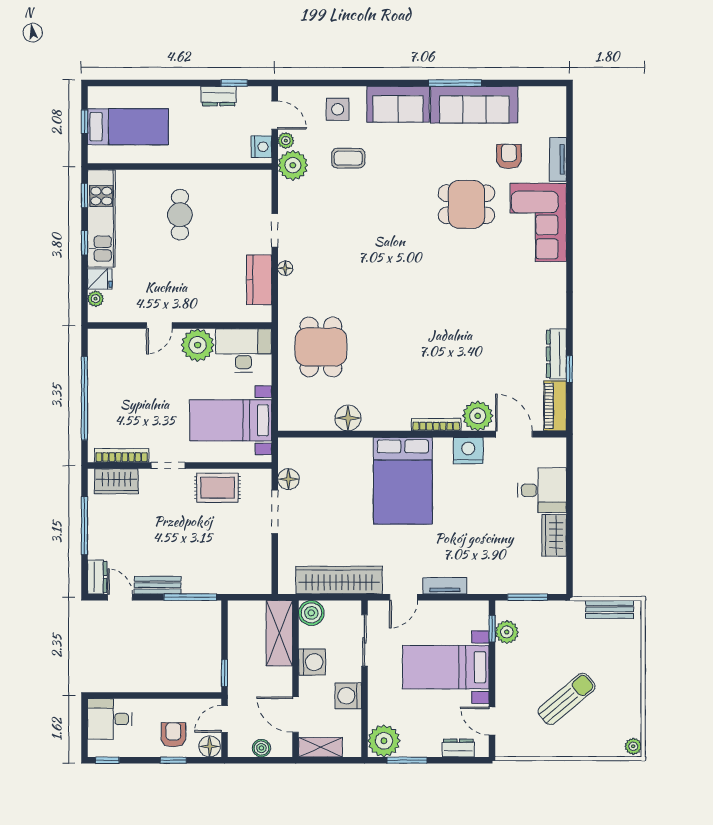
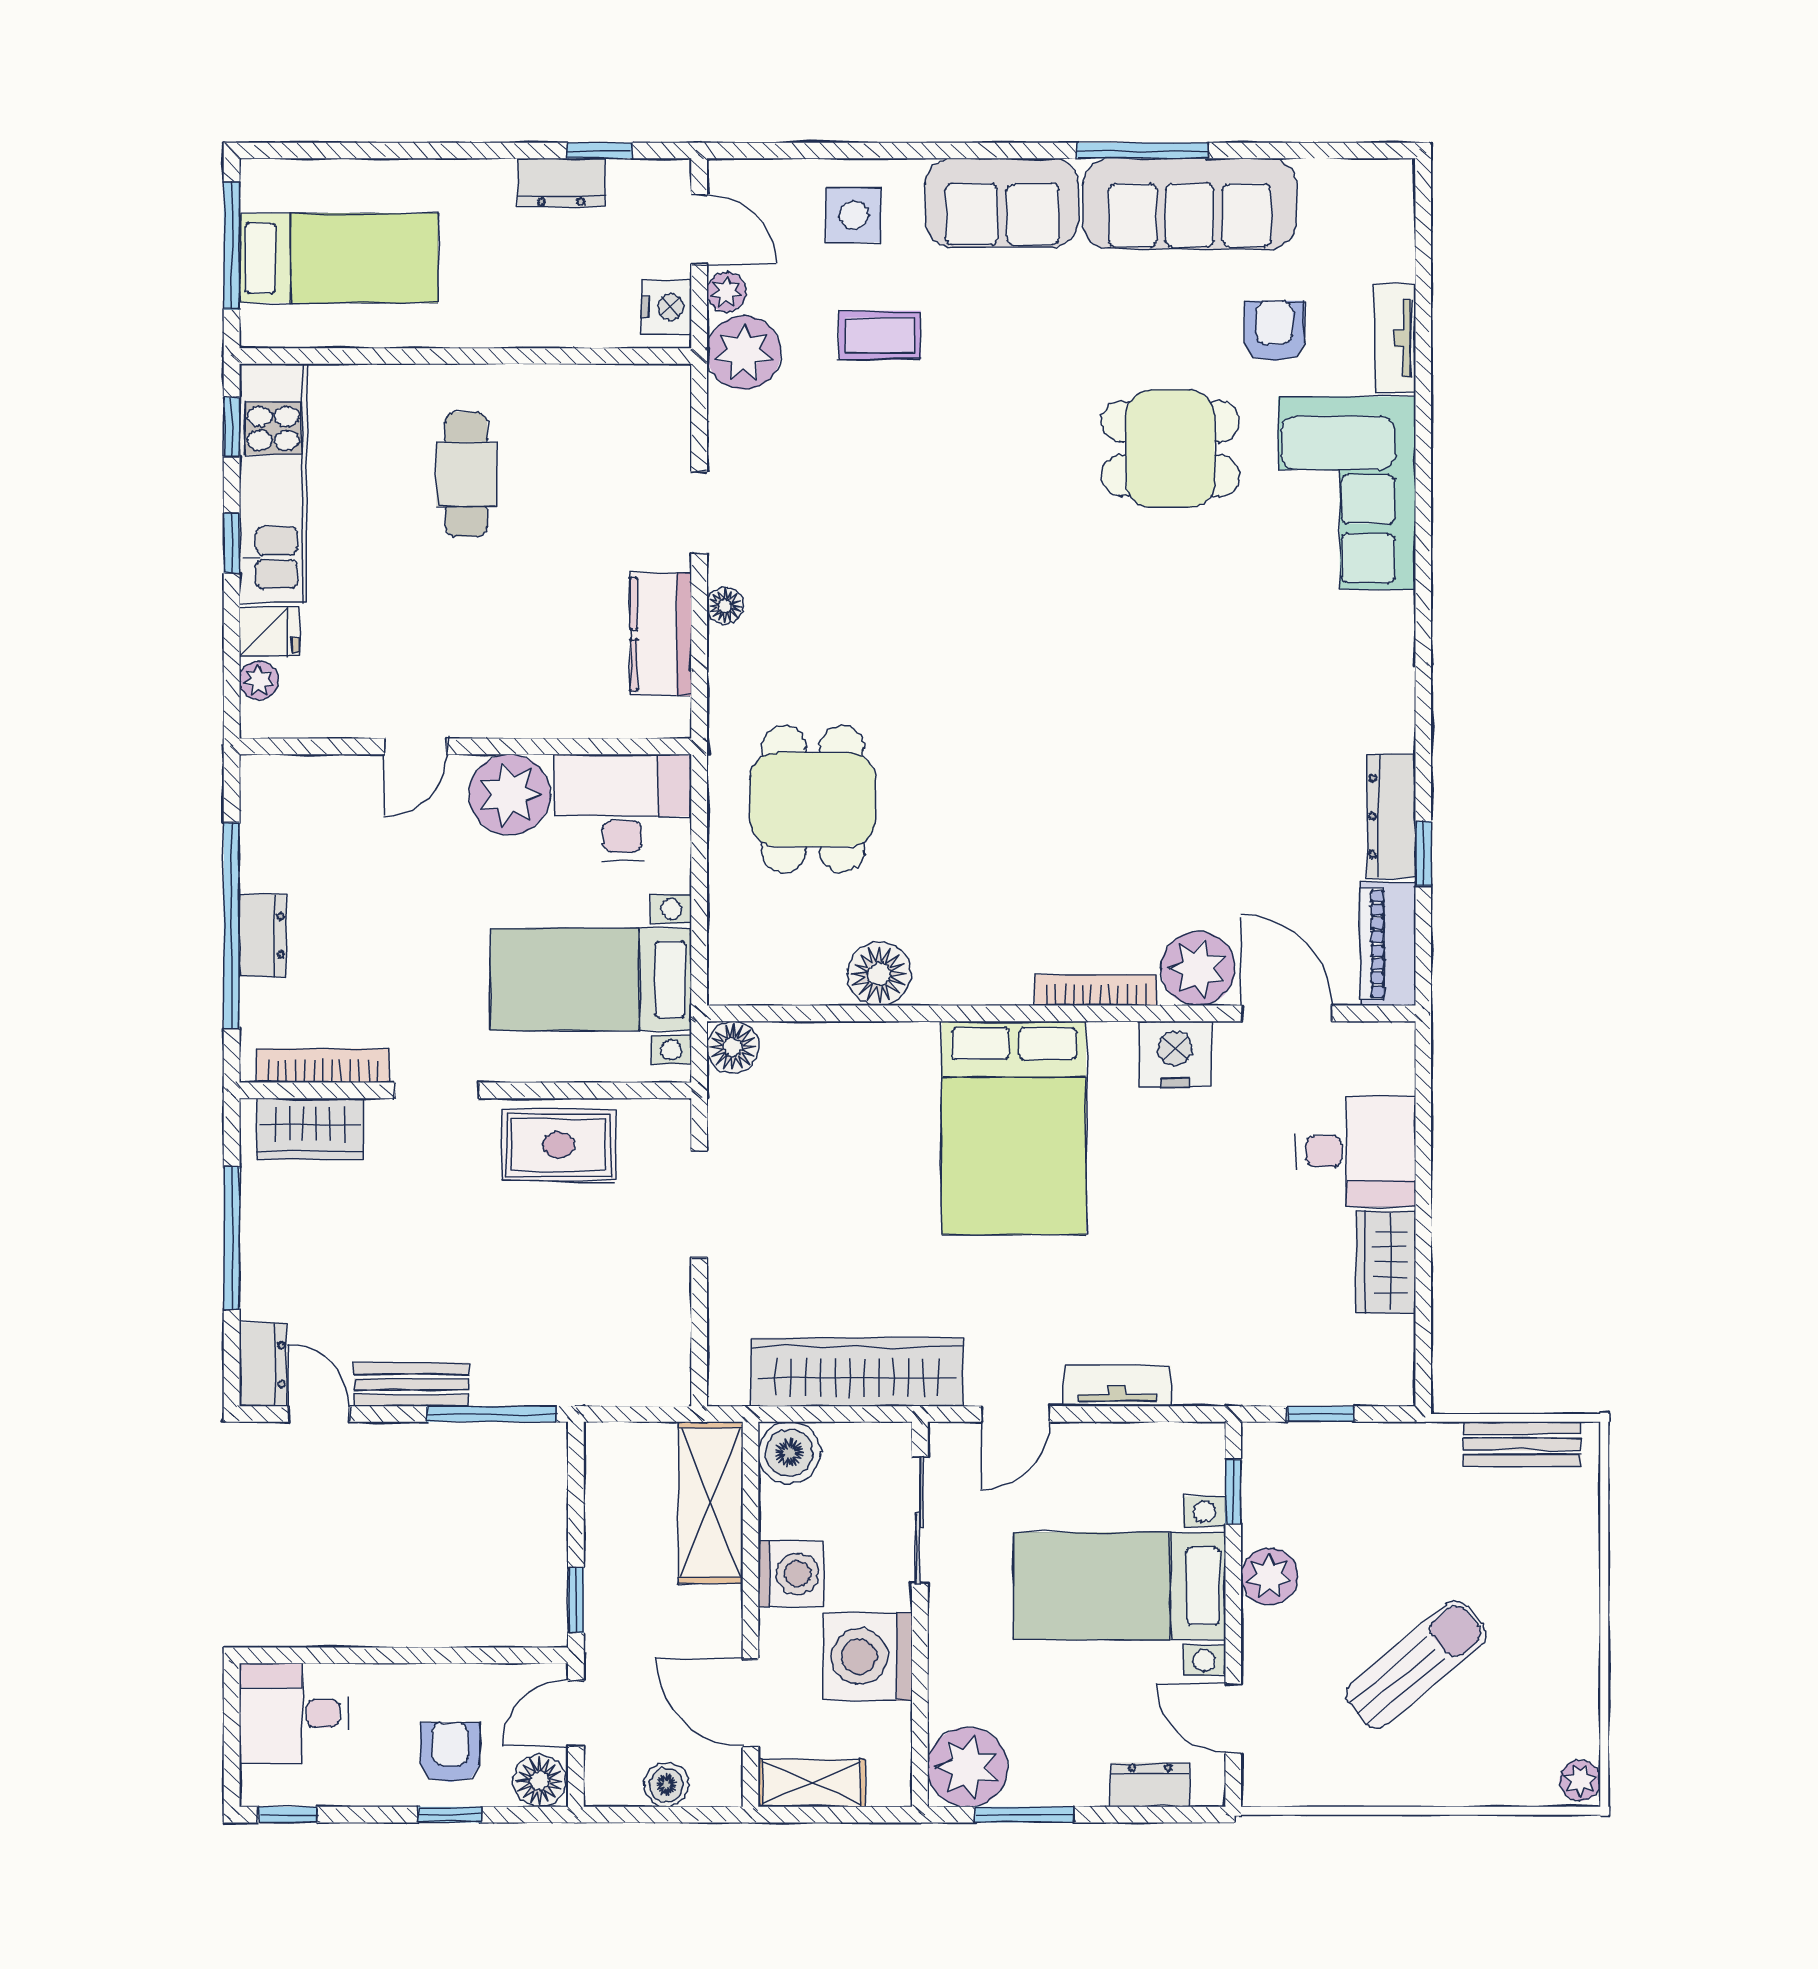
window: (84, 122) -> (232, 246), width x2.17
dresser: (97, 402) -> (263, 935), added
floor lamp: (288, 479) -> (733, 1047), moved
window: (528, 597) -> (1321, 1414), width x0.67
plant: (507, 632) -> (1269, 1576), moved
washing machine: (348, 696) -> (868, 1656), width x1.37, depth x1.37

